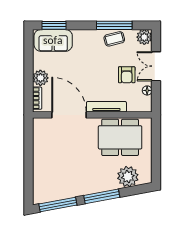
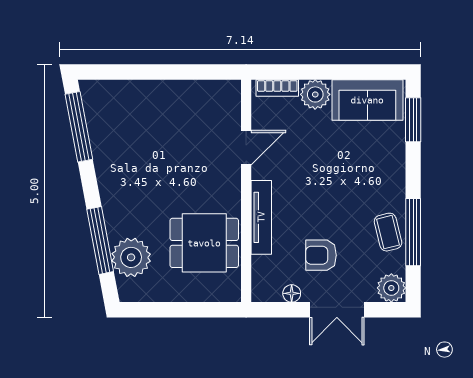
sofa: (53, 40) -> (367, 100), moved, turned -90
double door: (156, 66) -> (337, 310), swing flipped
door: (69, 115) -> (246, 148), width x0.53
dining table: (120, 137) -> (204, 243), width x0.73
window: (102, 196) -> (100, 240), moved

